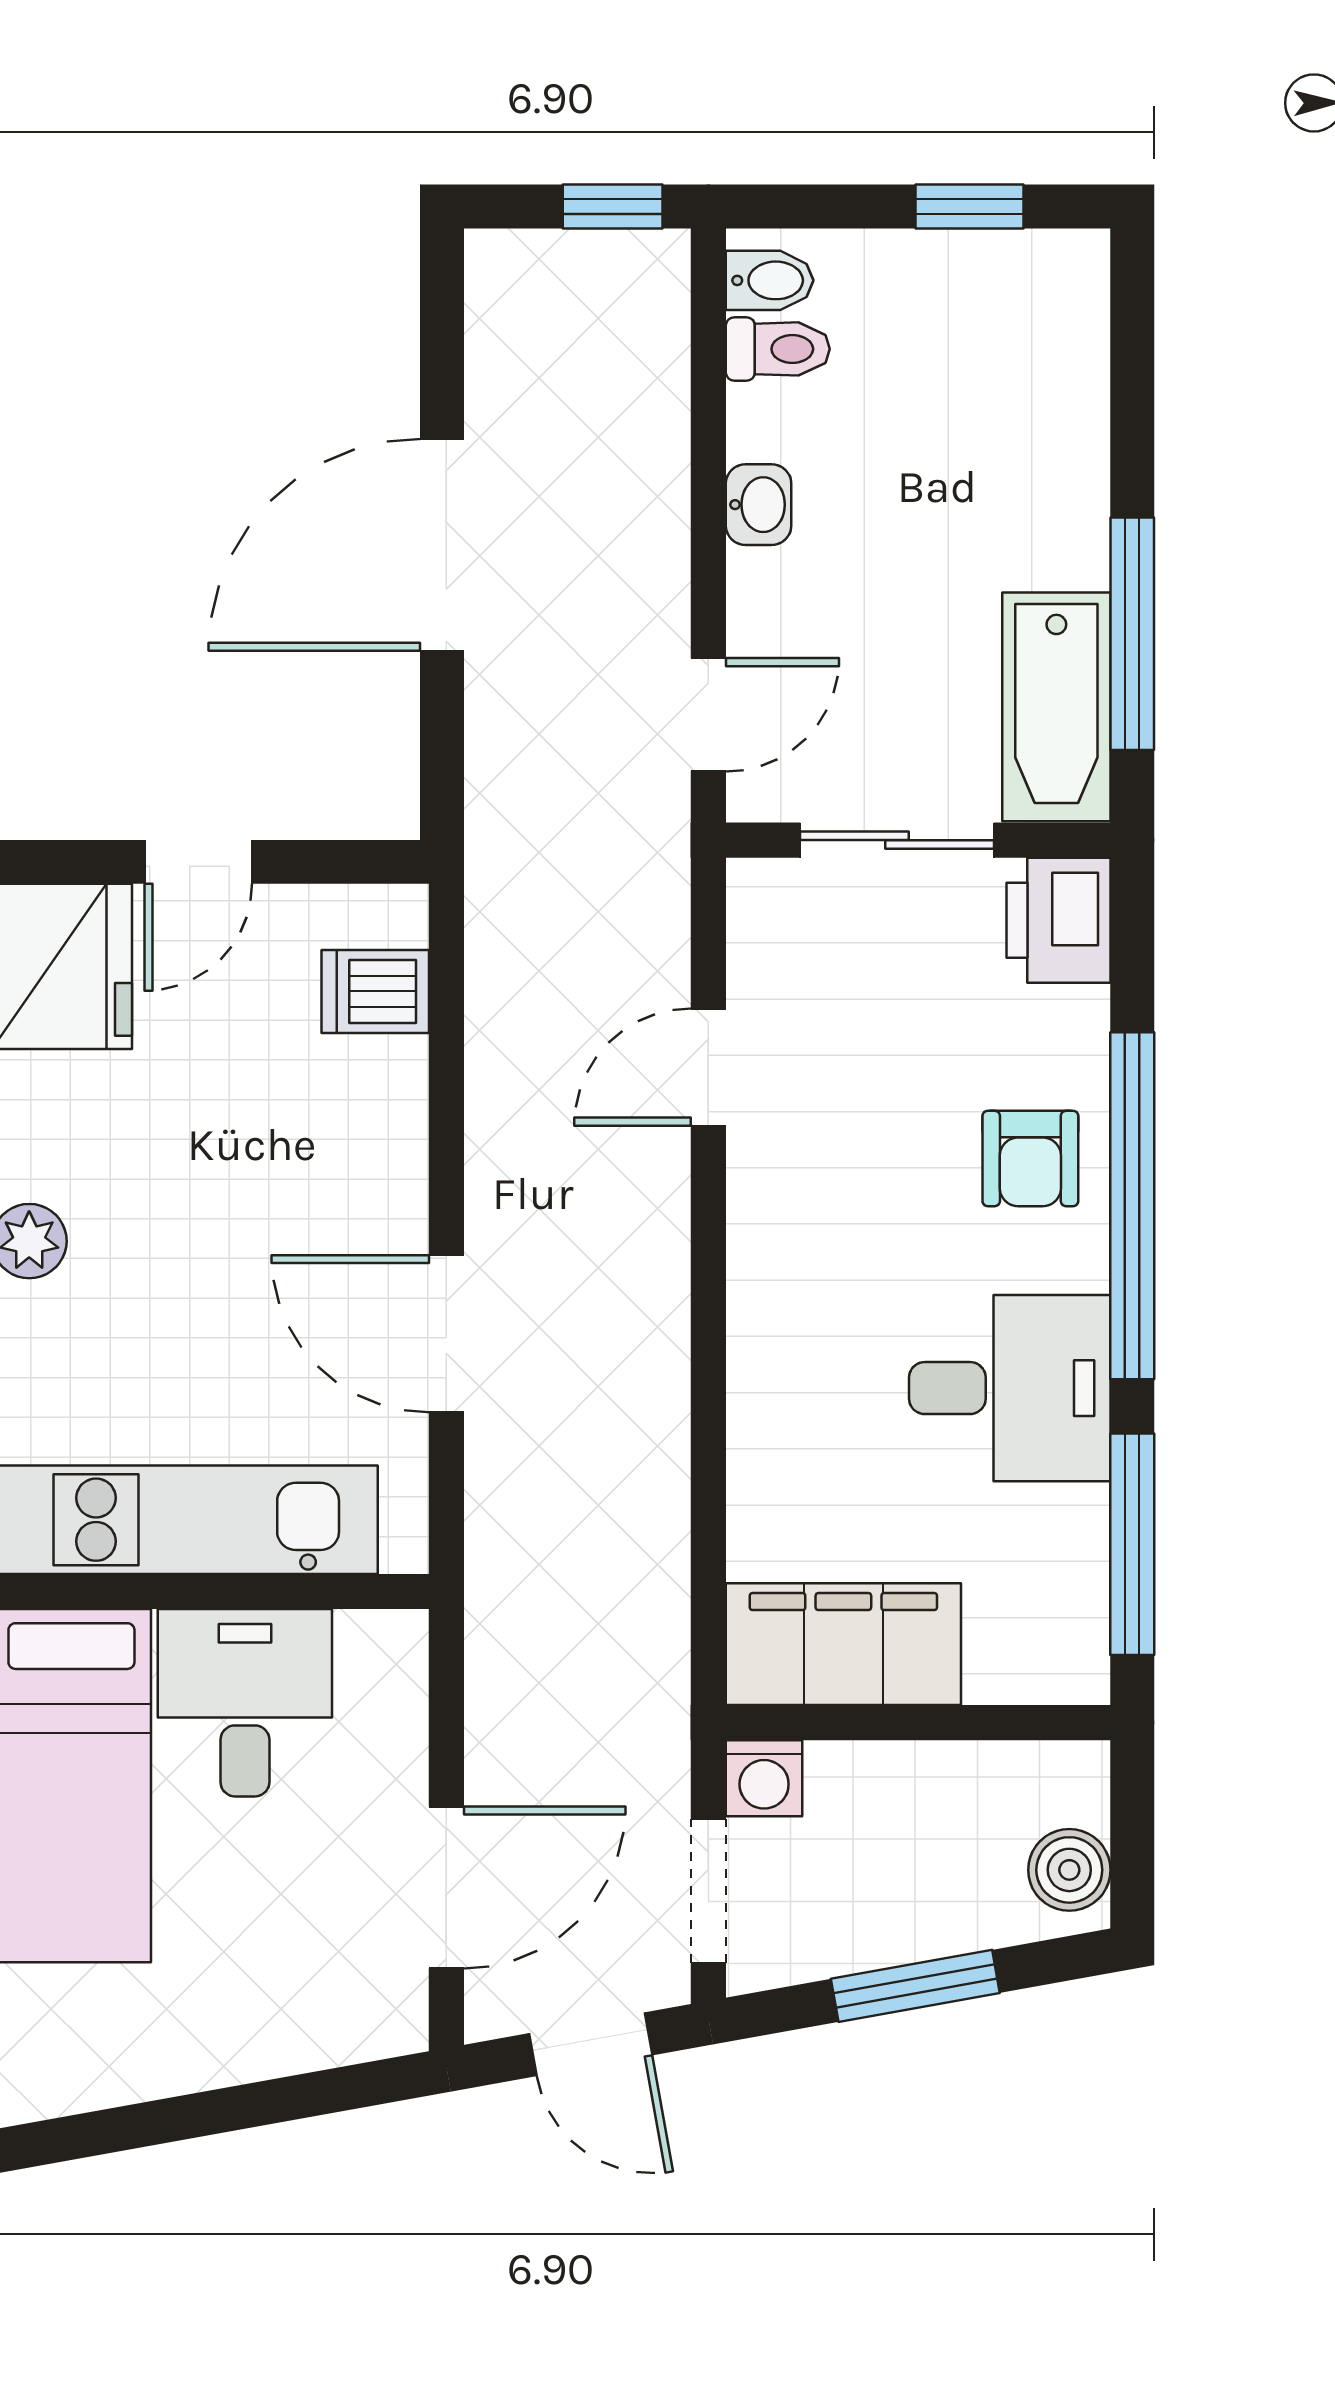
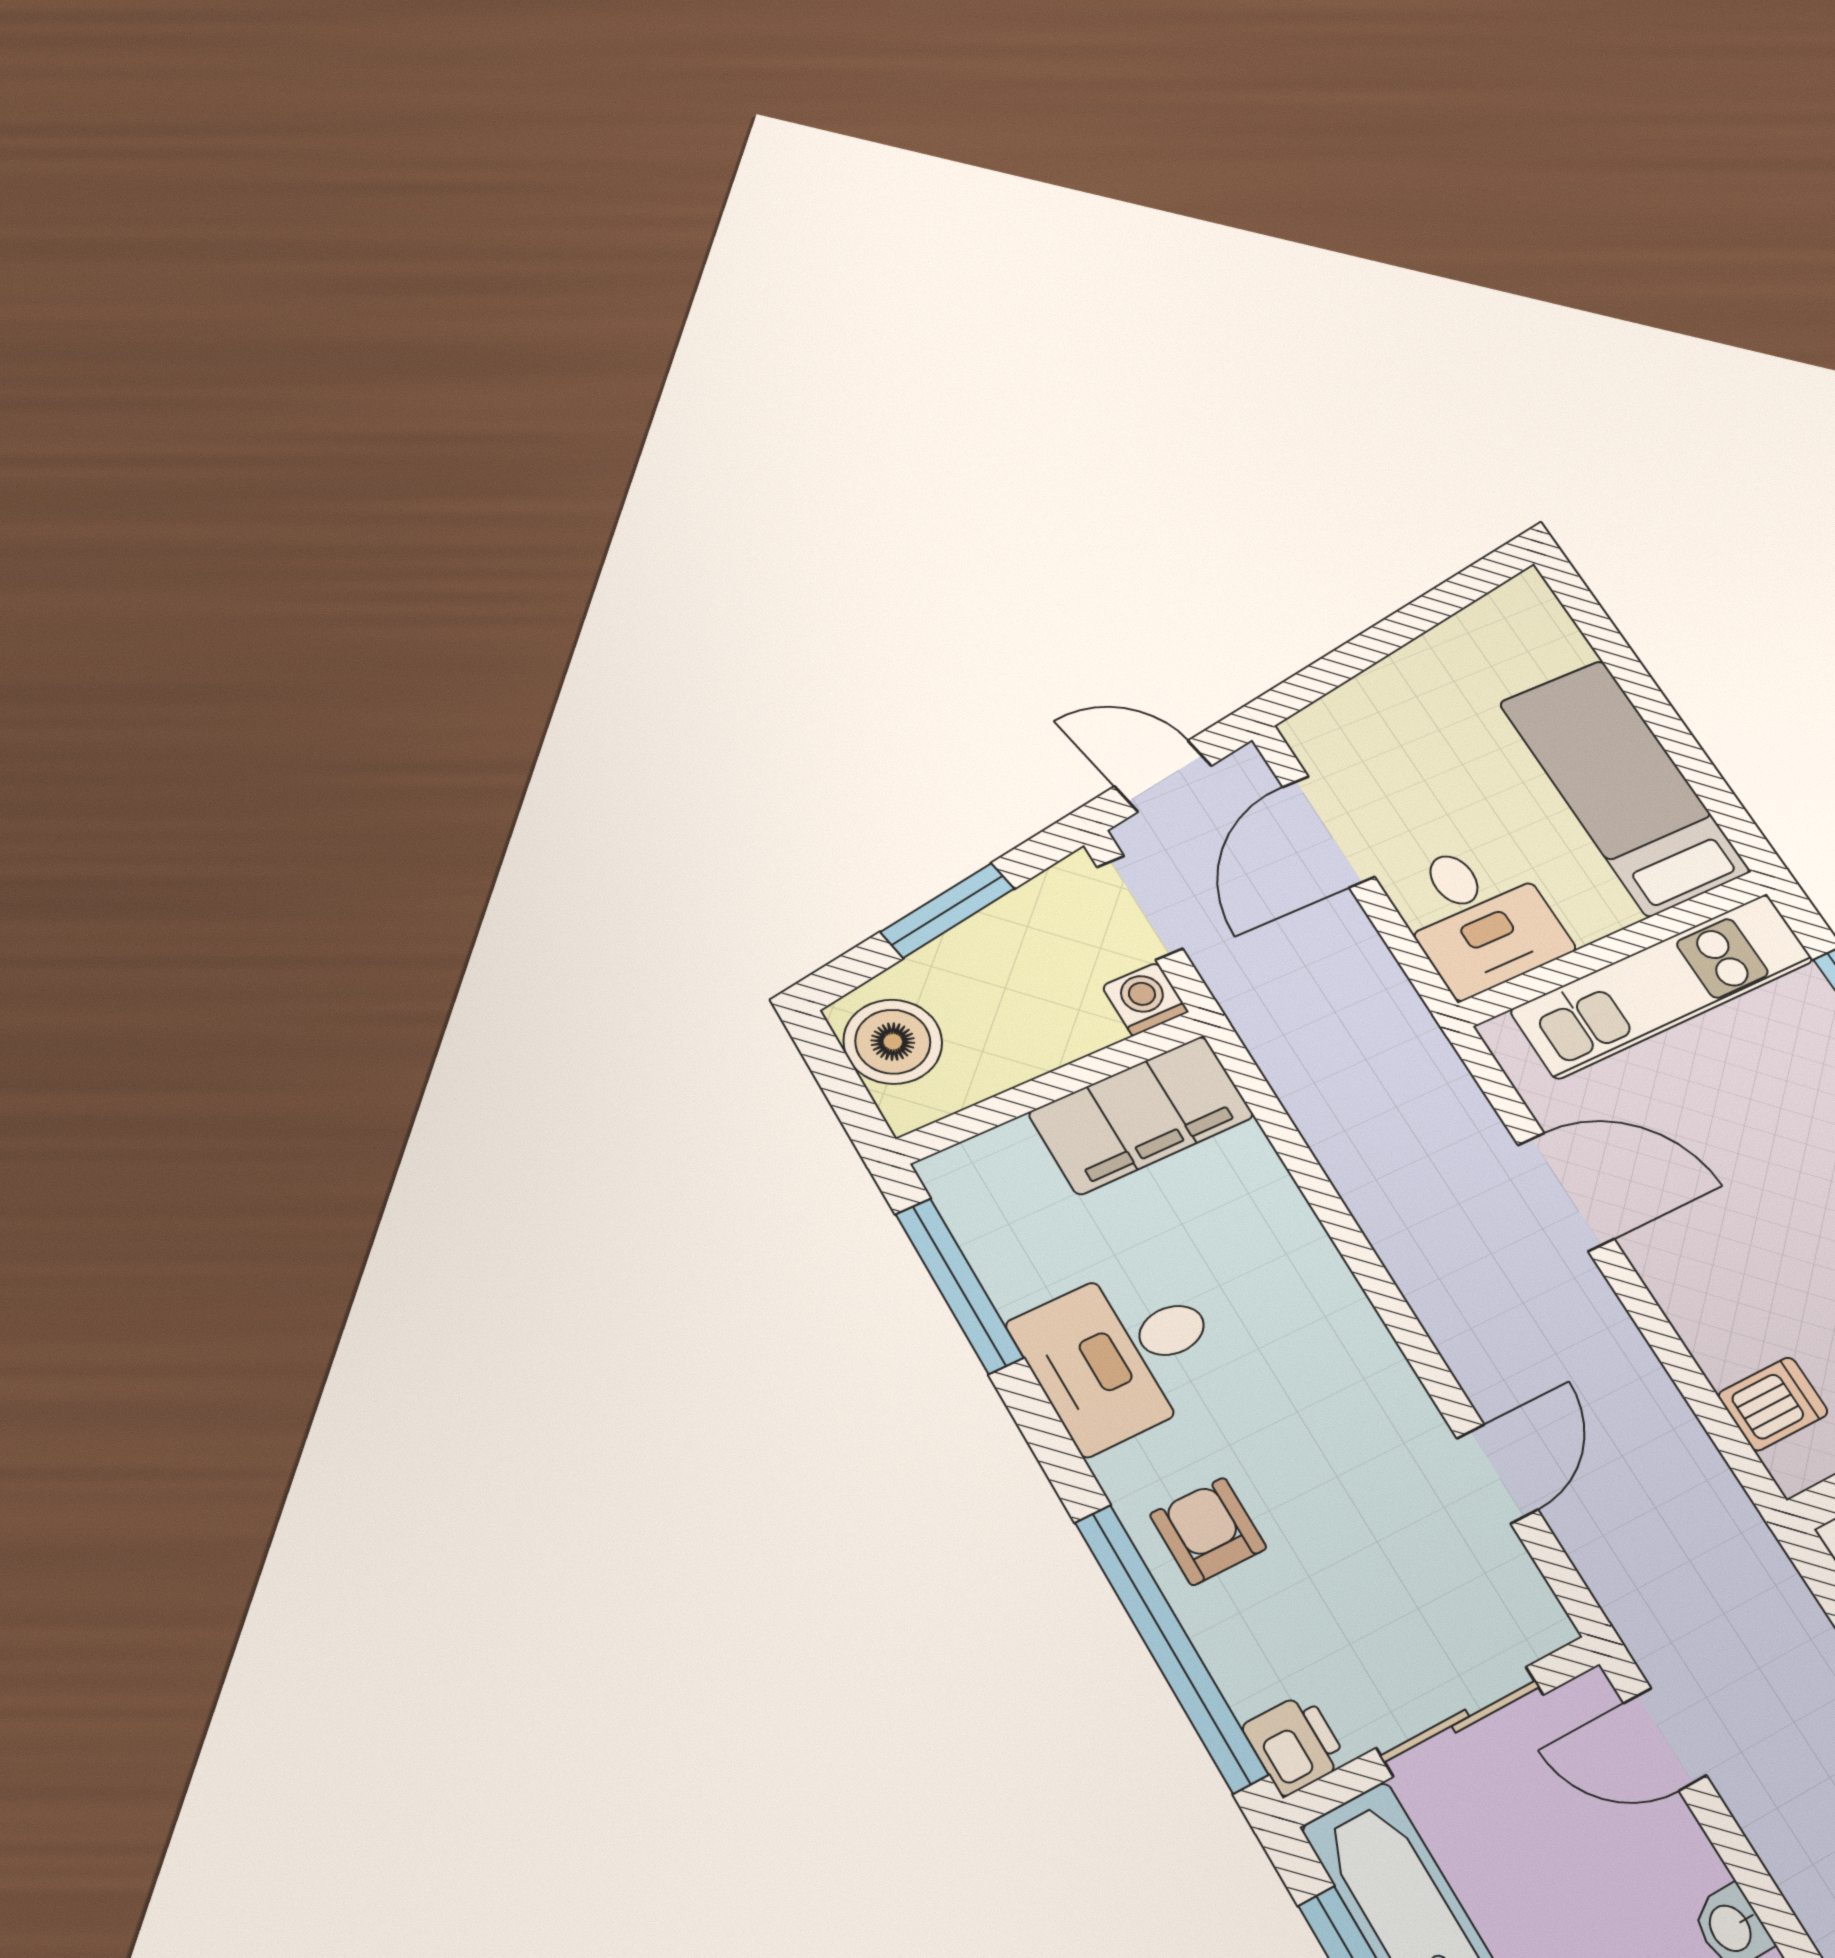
door: (708, 715) -> (1665, 1739), hinge flipped
printer: (1059, 920) -> (1295, 1744), width x0.73, depth x0.81
window: (1132, 1206) -> (1171, 1647), moved
desk: (245, 1703) -> (1479, 917), moved
boiler: (1069, 1870) -> (893, 1042), width x1.36, depth x1.36

